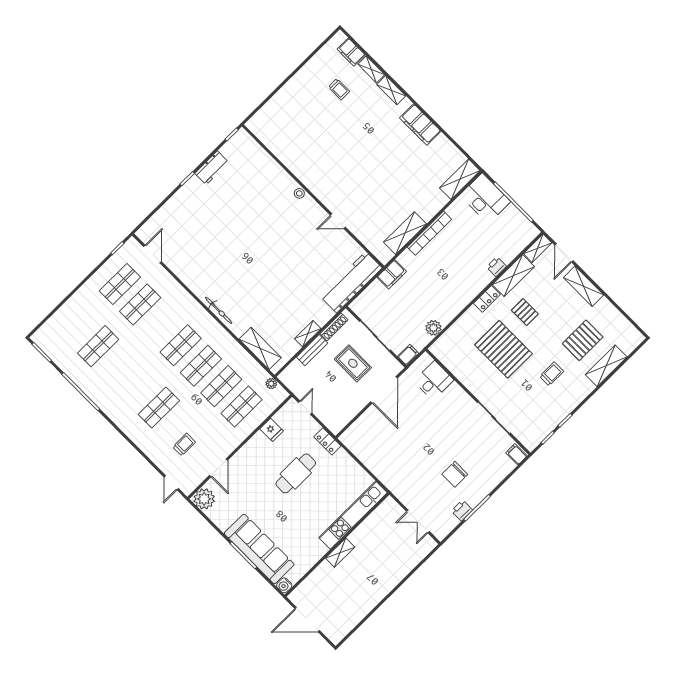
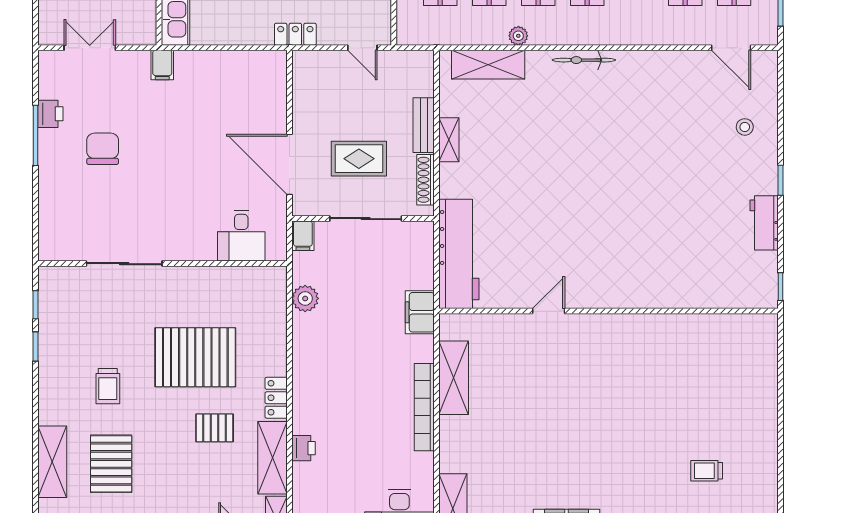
stool: (299, 193) -> (745, 127), moved
plant: (271, 384) -> (518, 36), moved
filing cabinet: (516, 454) -> (162, 65), moved, turned 90

